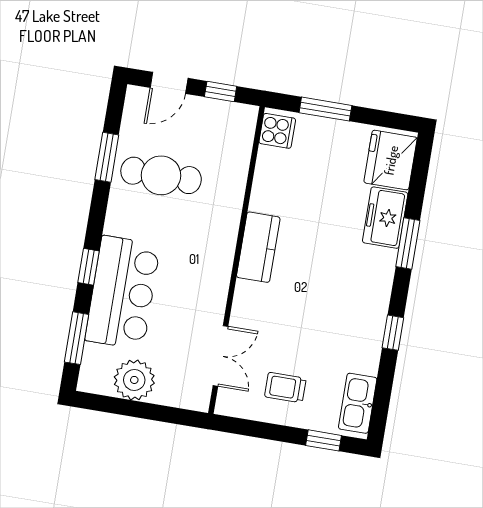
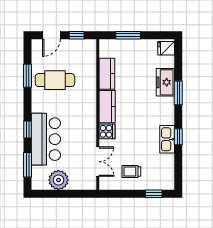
cooker: (277, 131) -> (107, 131), moved
fridge: (391, 160) -> (166, 48), width x0.53, depth x0.75
kitchen counter: (269, 180) -> (107, 74), added
kitchen sink: (358, 403) -> (167, 139), moved

